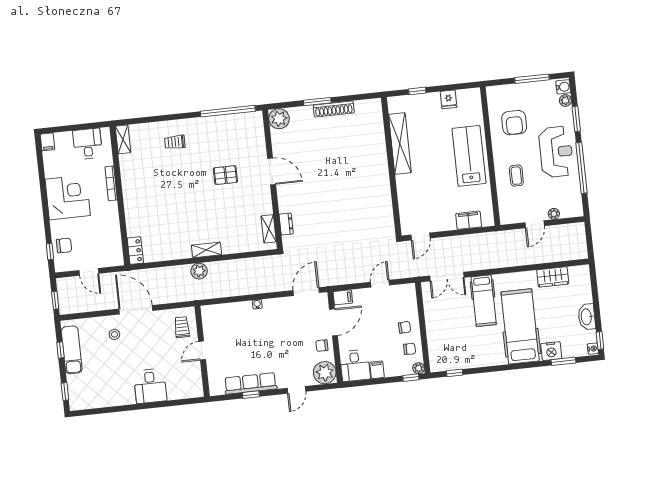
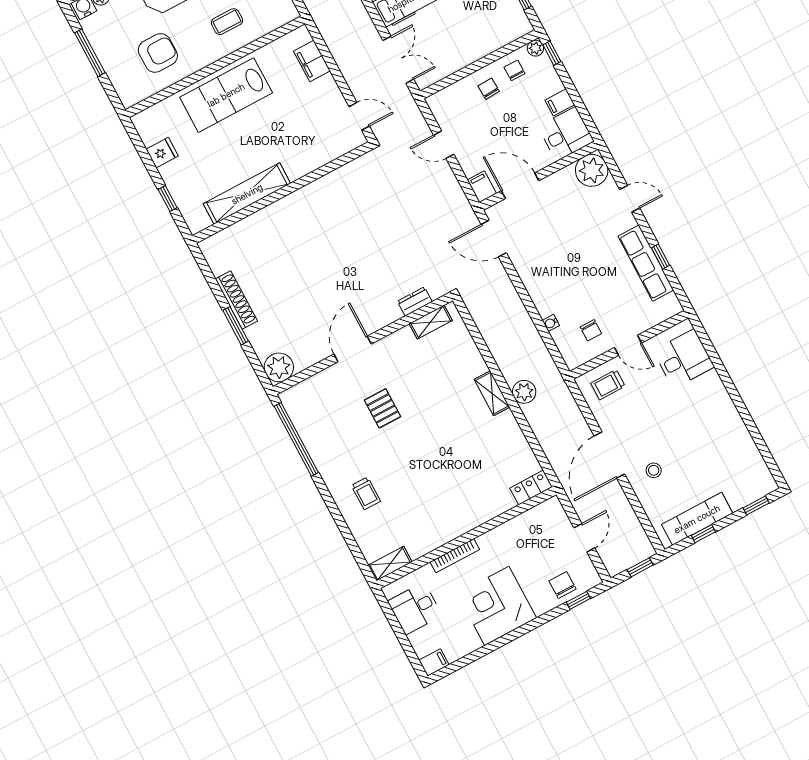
water cooler: (257, 304) -> (551, 323), moved
chair: (322, 346) -> (591, 330), moved
desk: (150, 386) -> (684, 359), moved

